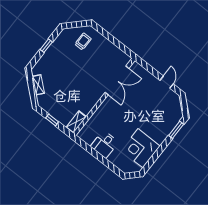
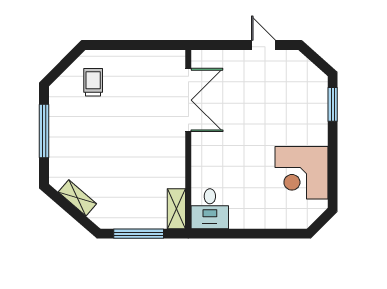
window: (46, 46) -> (44, 131), width x2.17
window: (52, 120) -> (139, 234), width x2.17
desk: (104, 144) -> (210, 209), moved

